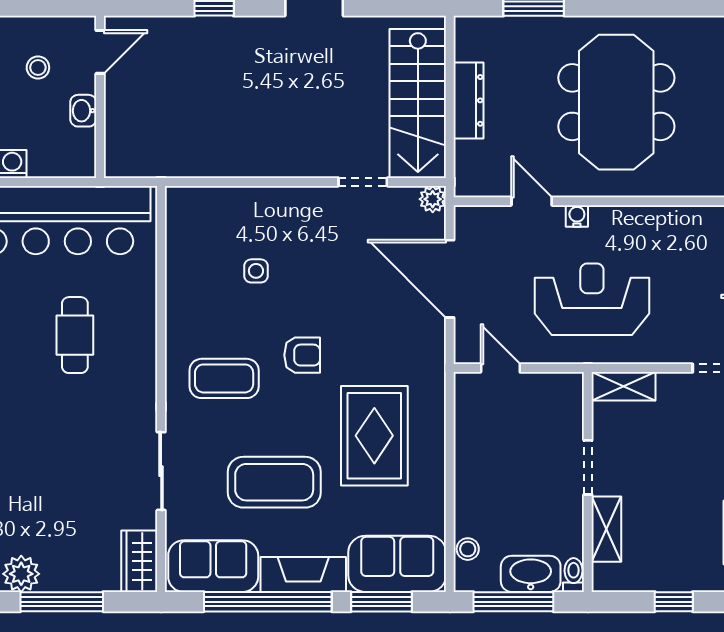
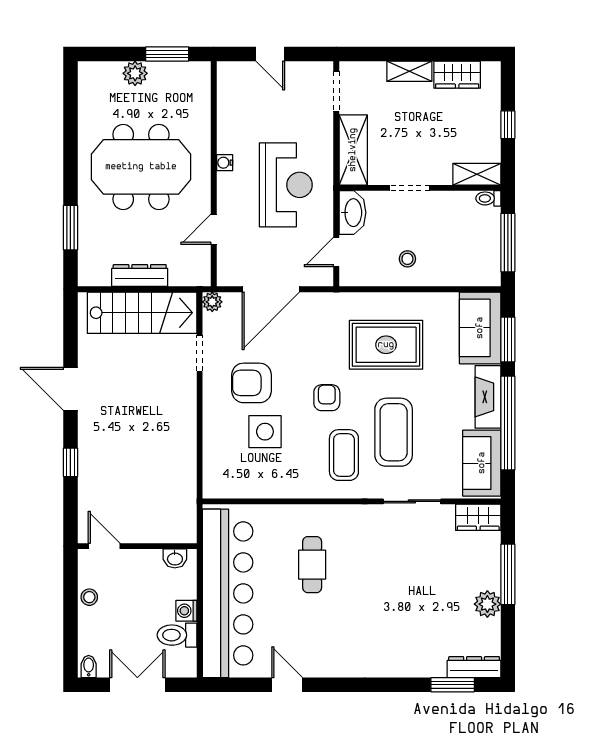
stool: (38, 68) -> (89, 597), moved
washbasin: (83, 111) -> (175, 558), moved
water cooler: (577, 216) -> (225, 163), moved
armchair: (322, 253) -> (252, 383), added
side table: (256, 271) -> (265, 432), width x1.87, depth x1.87
reception desk: (592, 299) -> (286, 185), turned 180
cafe table: (75, 335) -> (312, 565), turned 90
shelving: (624, 386) -> (353, 150), width x1.50, depth x1.33
coffee table: (274, 482) -> (394, 432), moved
shelving: (606, 529) -> (477, 174), moved
stool: (468, 549) -> (407, 259), moved
washbasin: (531, 574) -> (353, 213), moved, turned 180

